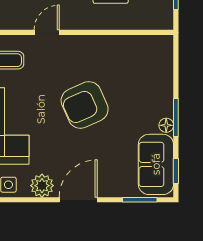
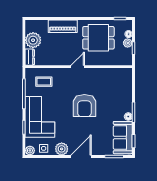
door: (47, 32) -> (78, 67), moved
armchair: (85, 105) -> (84, 106), turned -66

